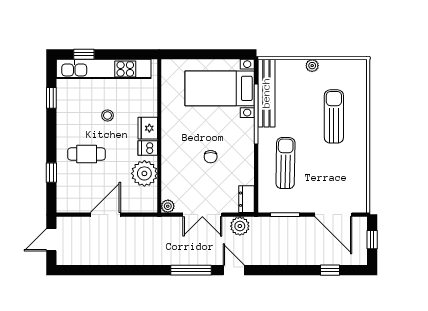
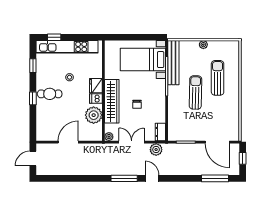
wardrobe: (172, 152) -> (112, 101), added
cafe table: (87, 154) -> (50, 94), moved
sun lounger: (285, 163) -> (195, 92), moved
window: (51, 173) -> (33, 98), moved
double door: (202, 215) -> (132, 142), swing flipped
window: (330, 270) -> (215, 178), width x2.17

